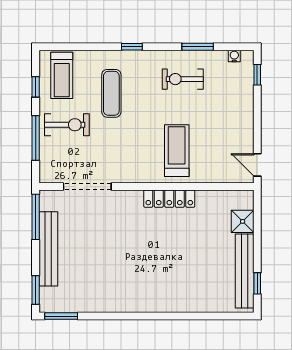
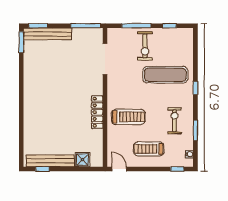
treadmill: (62, 75) -> (149, 149), moved
exercise mat: (111, 93) -> (165, 75), width x1.36, depth x1.45
door: (257, 165) -> (119, 169), hinge flipped
bench: (48, 249) -> (48, 34), moved

